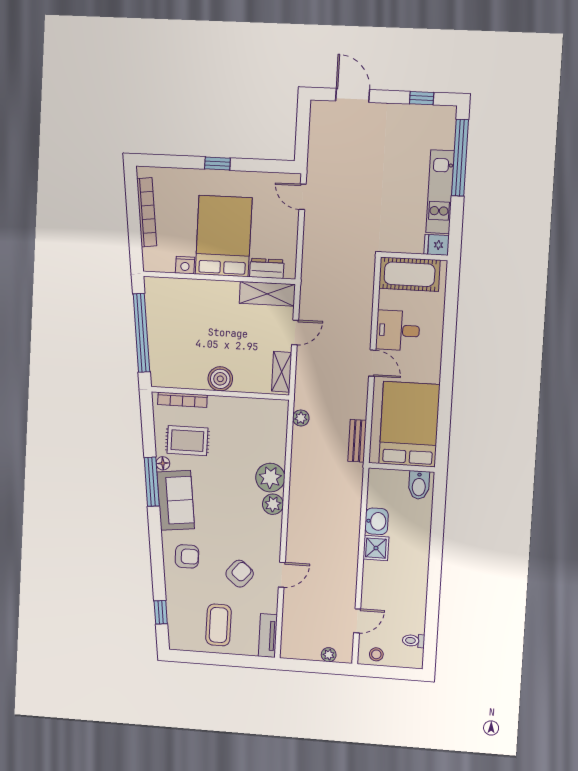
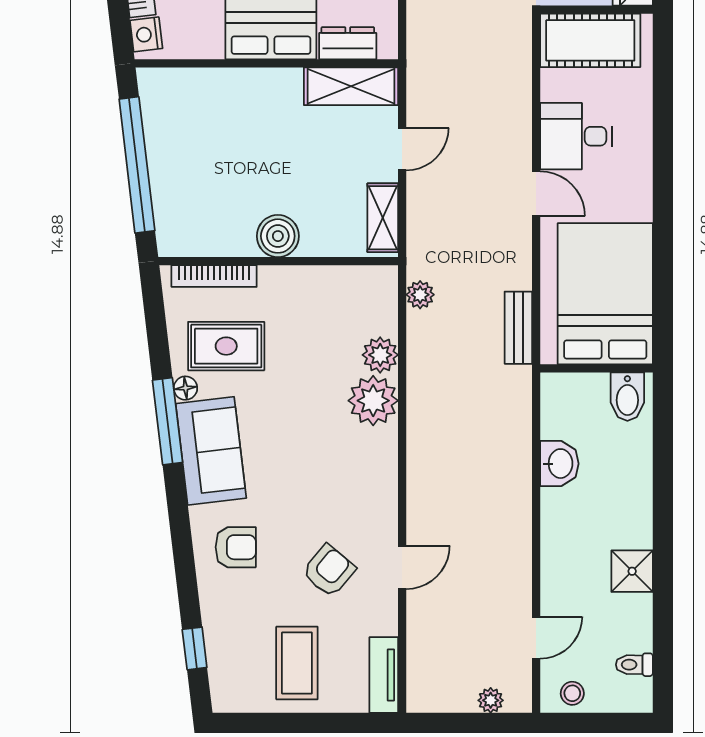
nightstand: (185, 265) -> (146, 34), moved, turned 83
plant: (273, 504) -> (380, 355), moved
shower: (376, 548) -> (632, 571), moved

